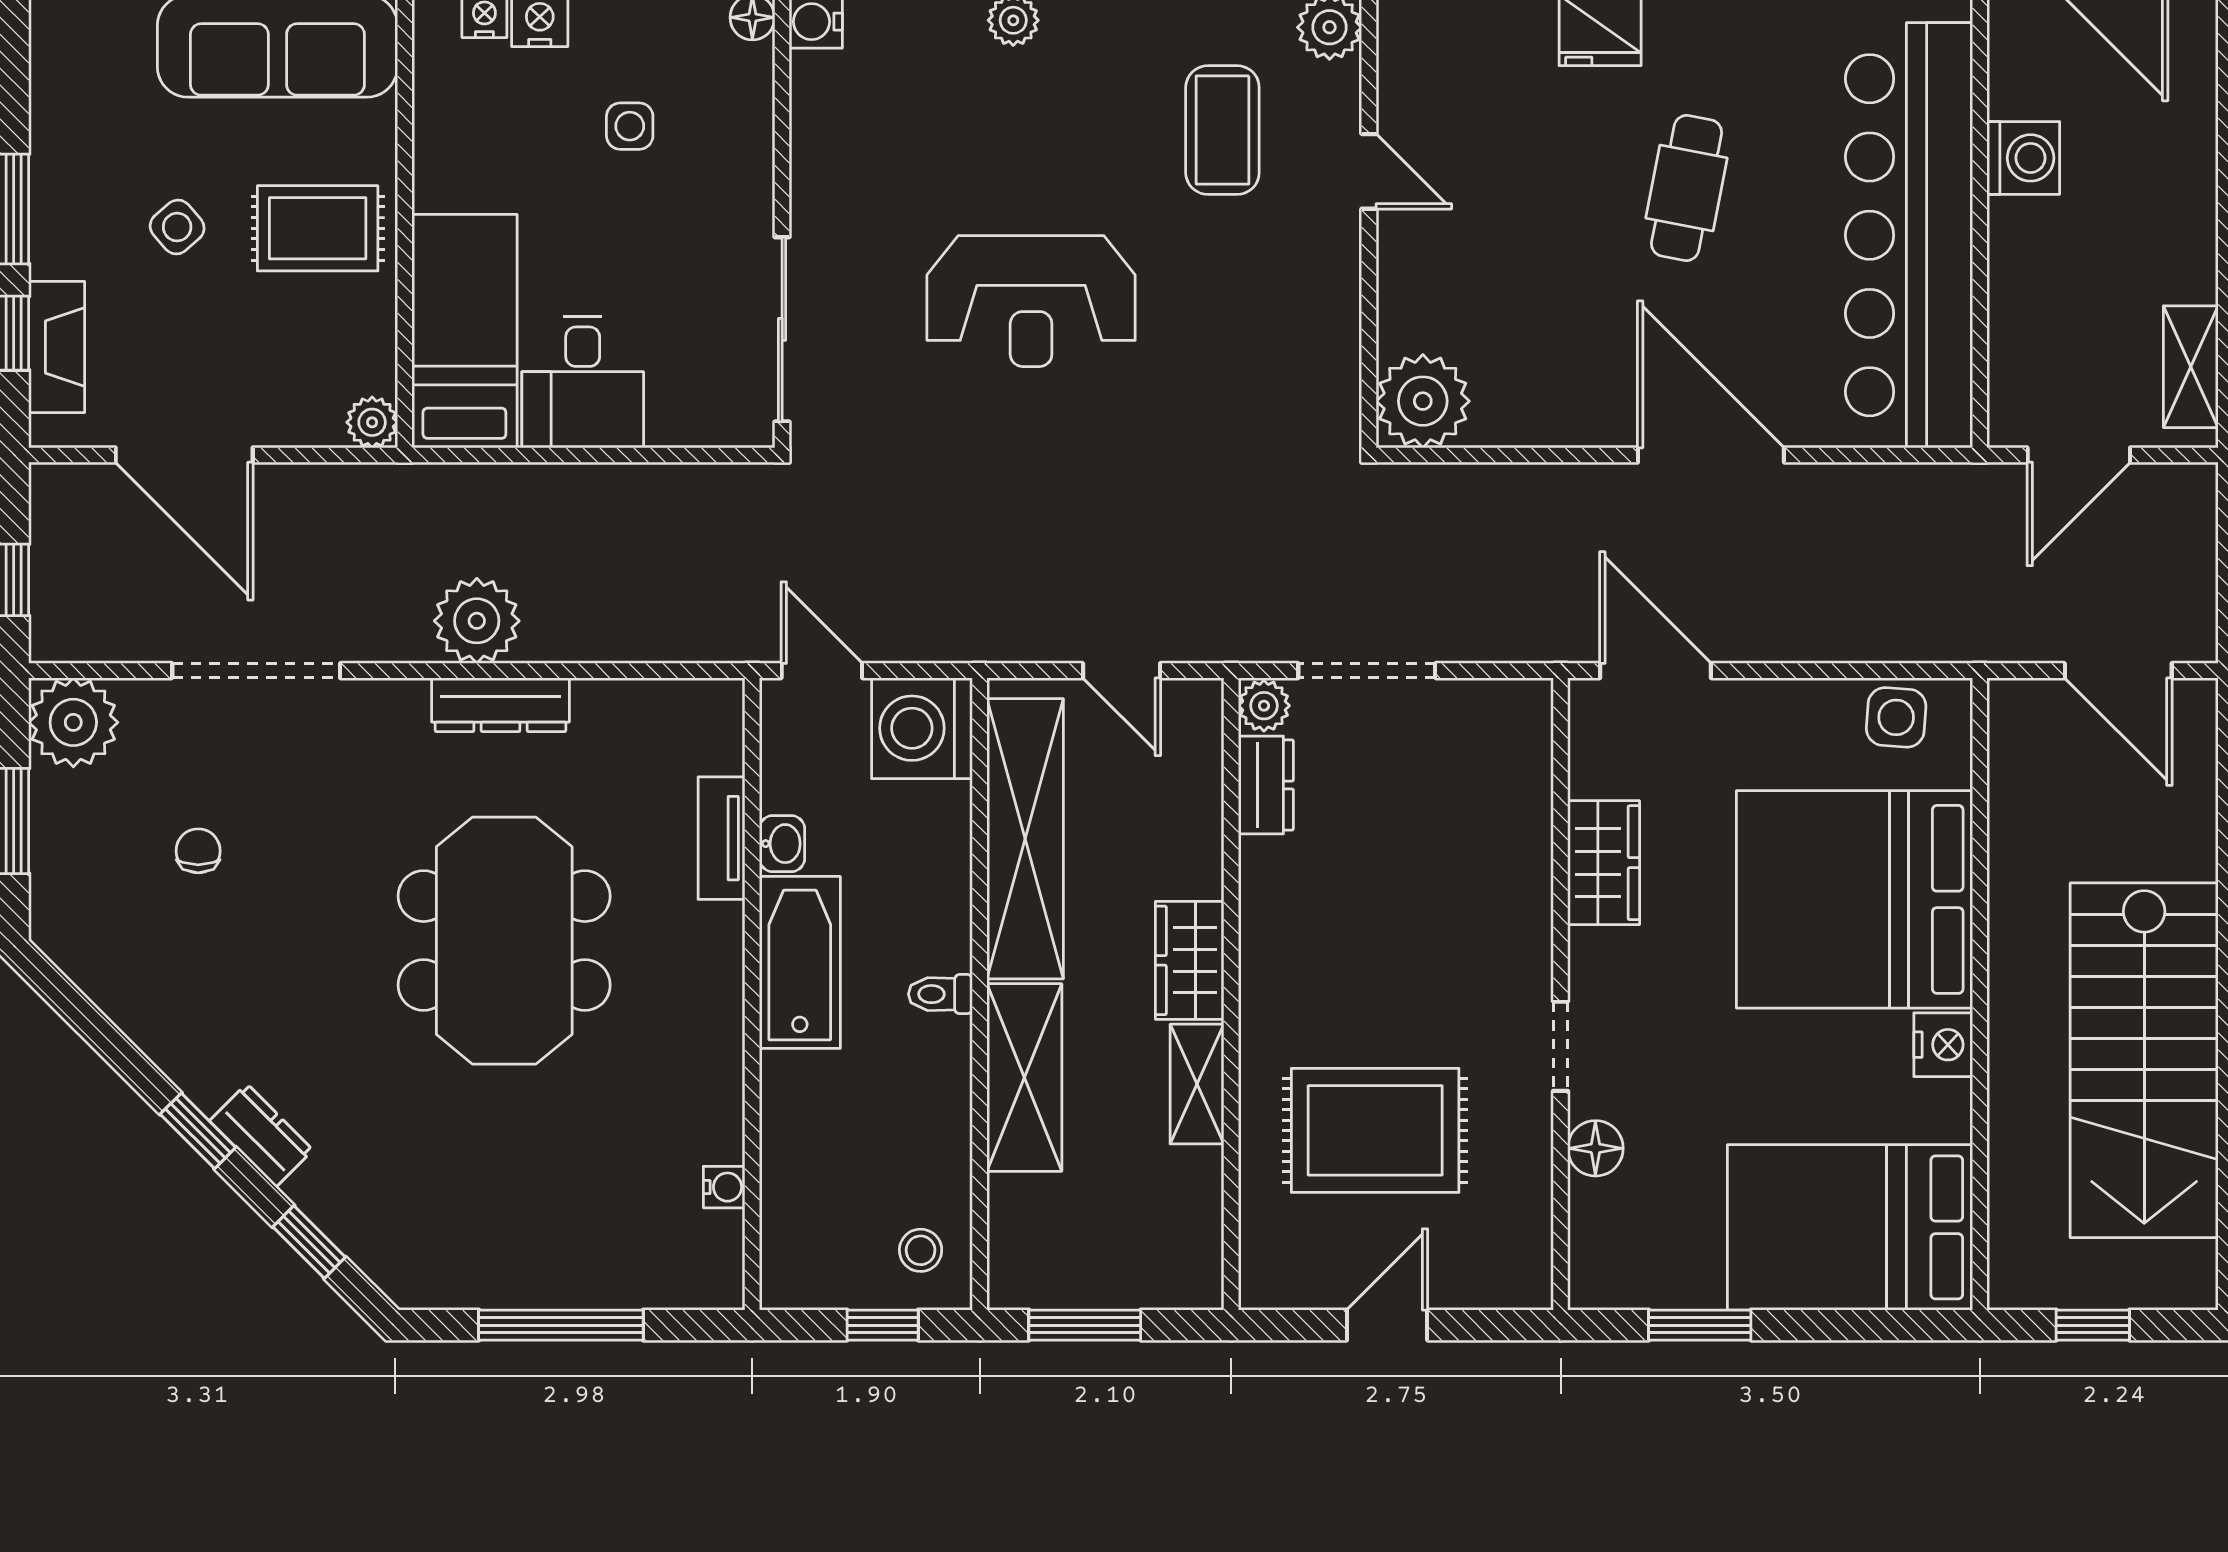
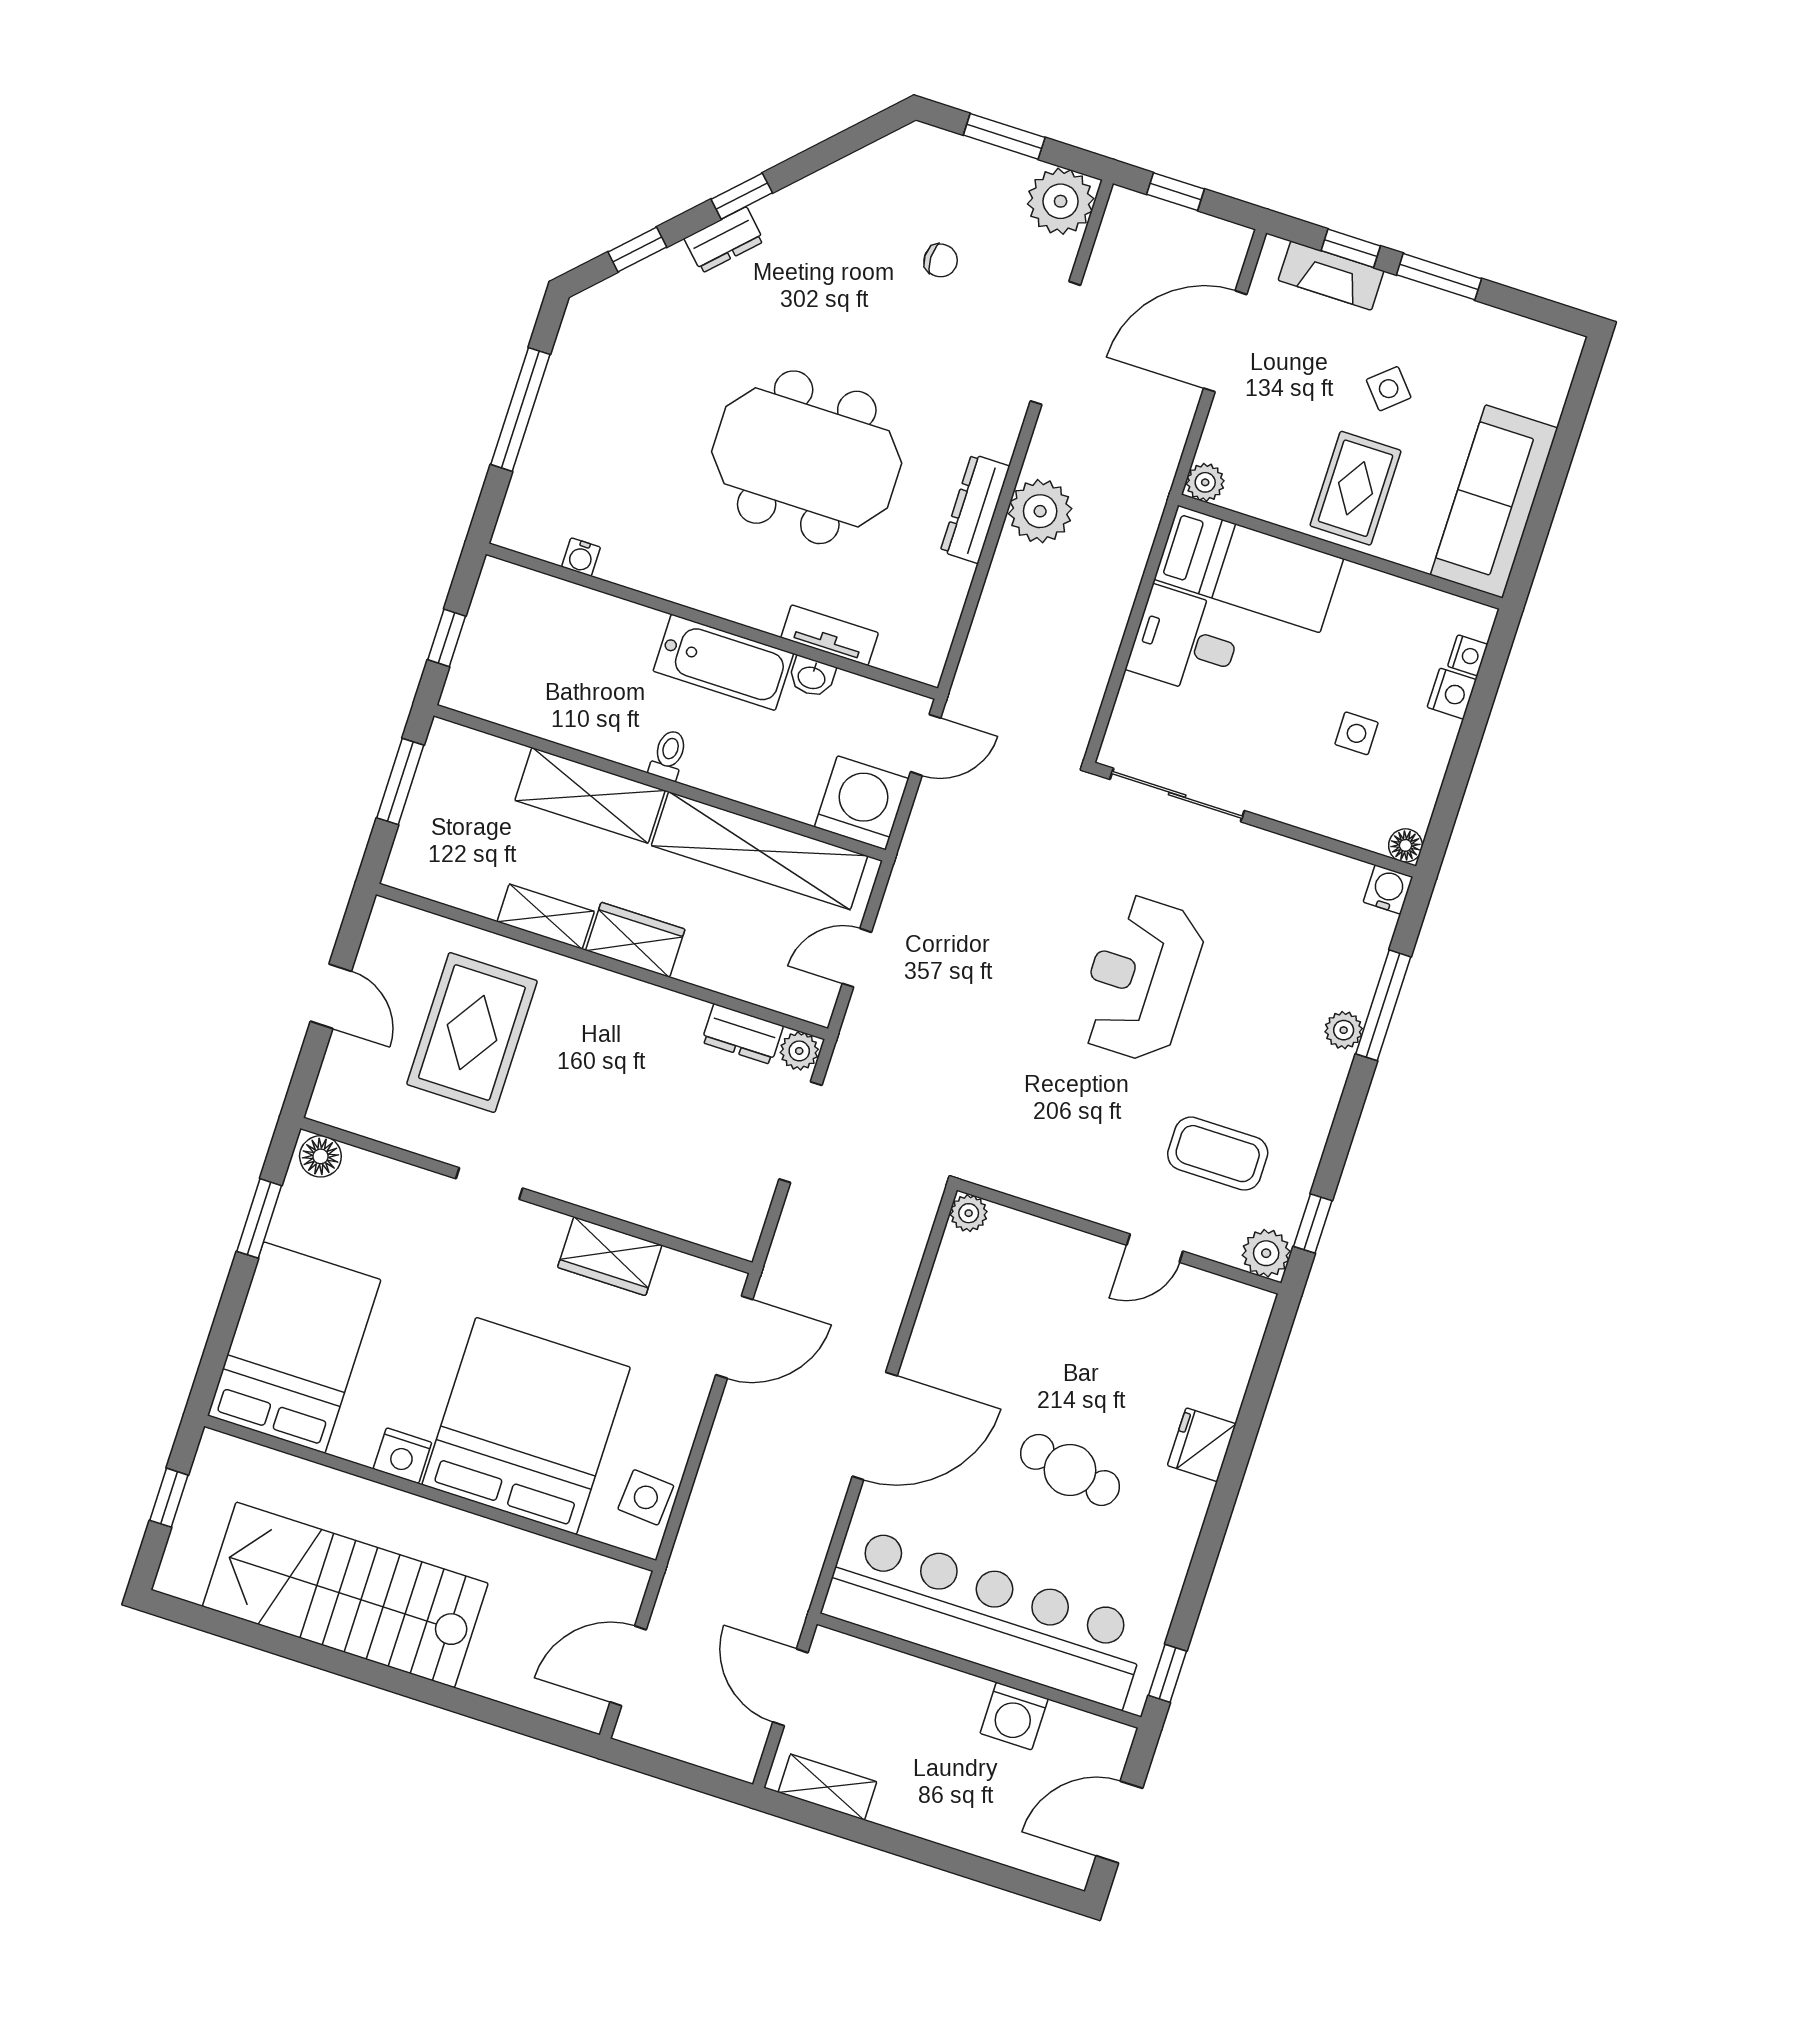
plant: (1423, 401) -> (969, 1213), width x0.53, depth x0.53
floor lamp: (1595, 1148) -> (320, 1156), moved
stool: (921, 1250) -> (491, 682), removed

